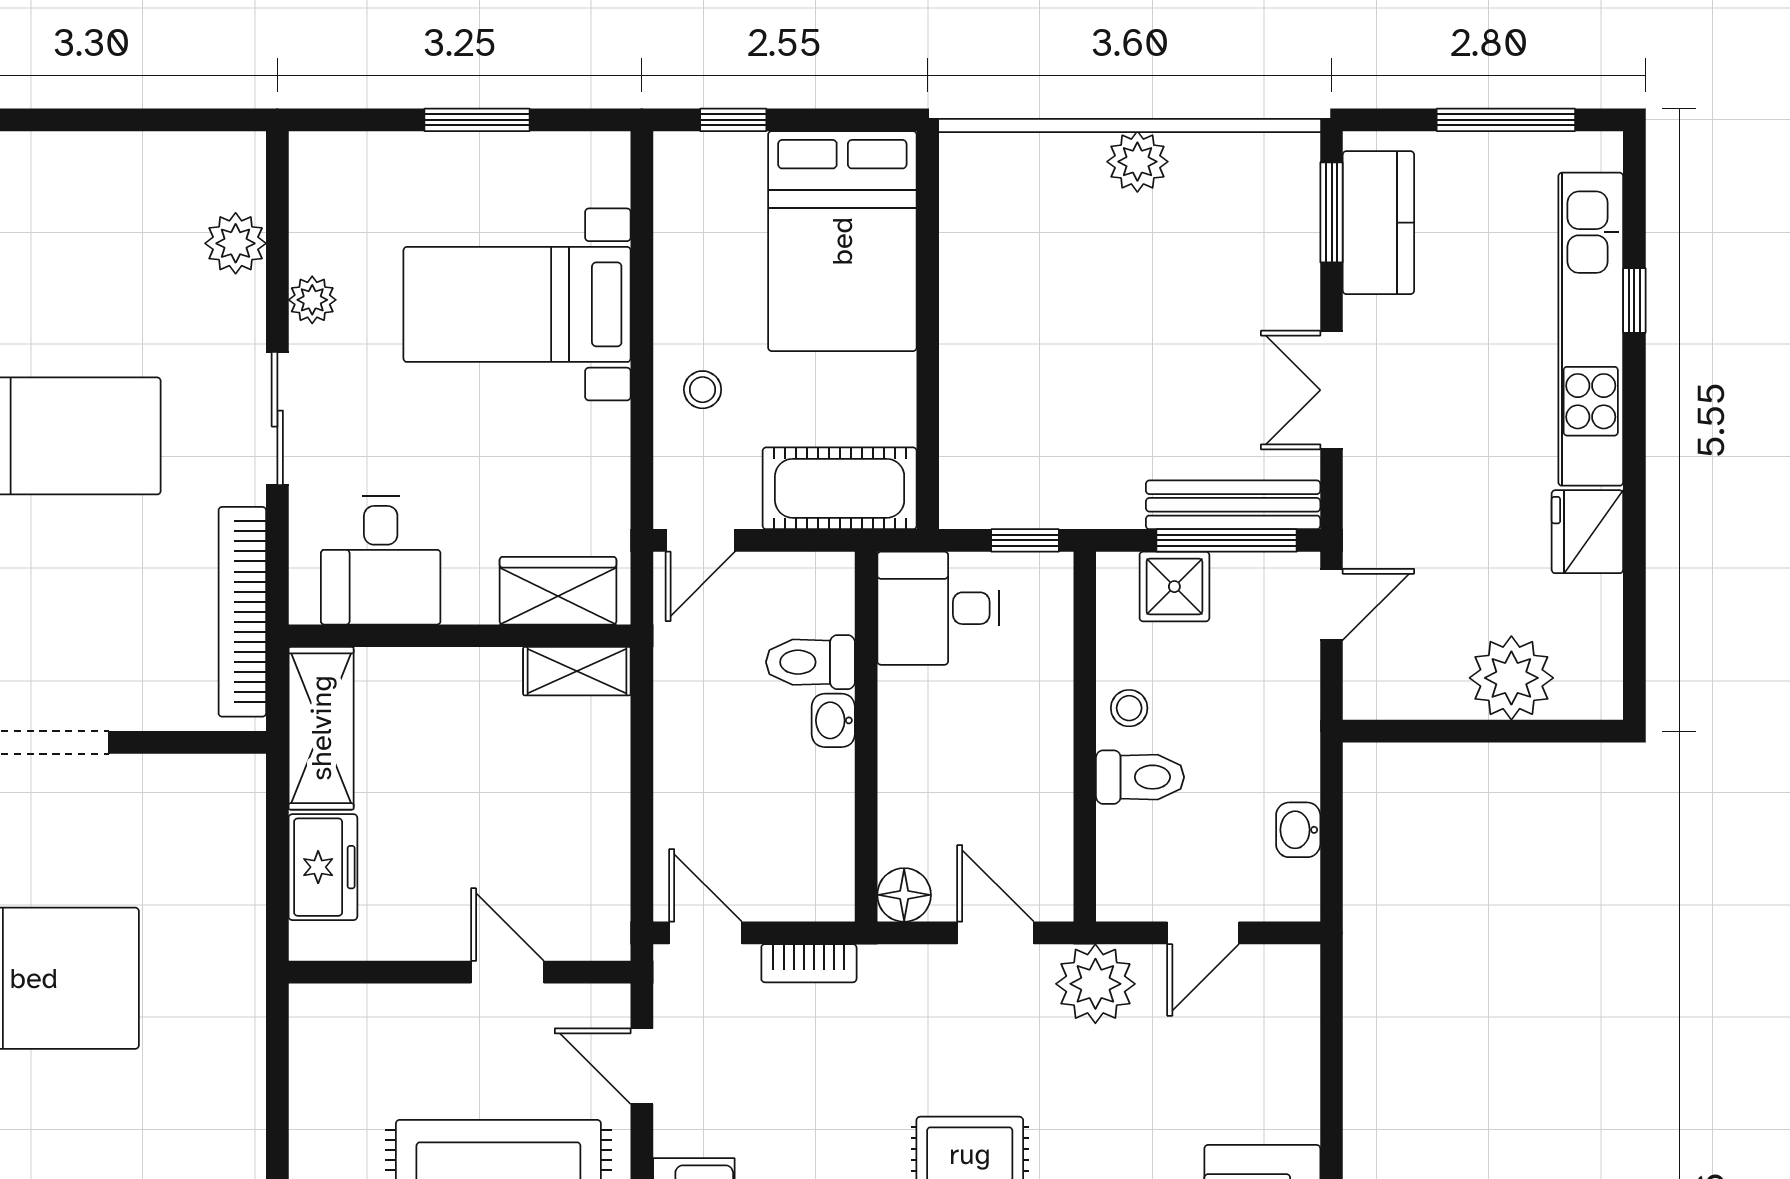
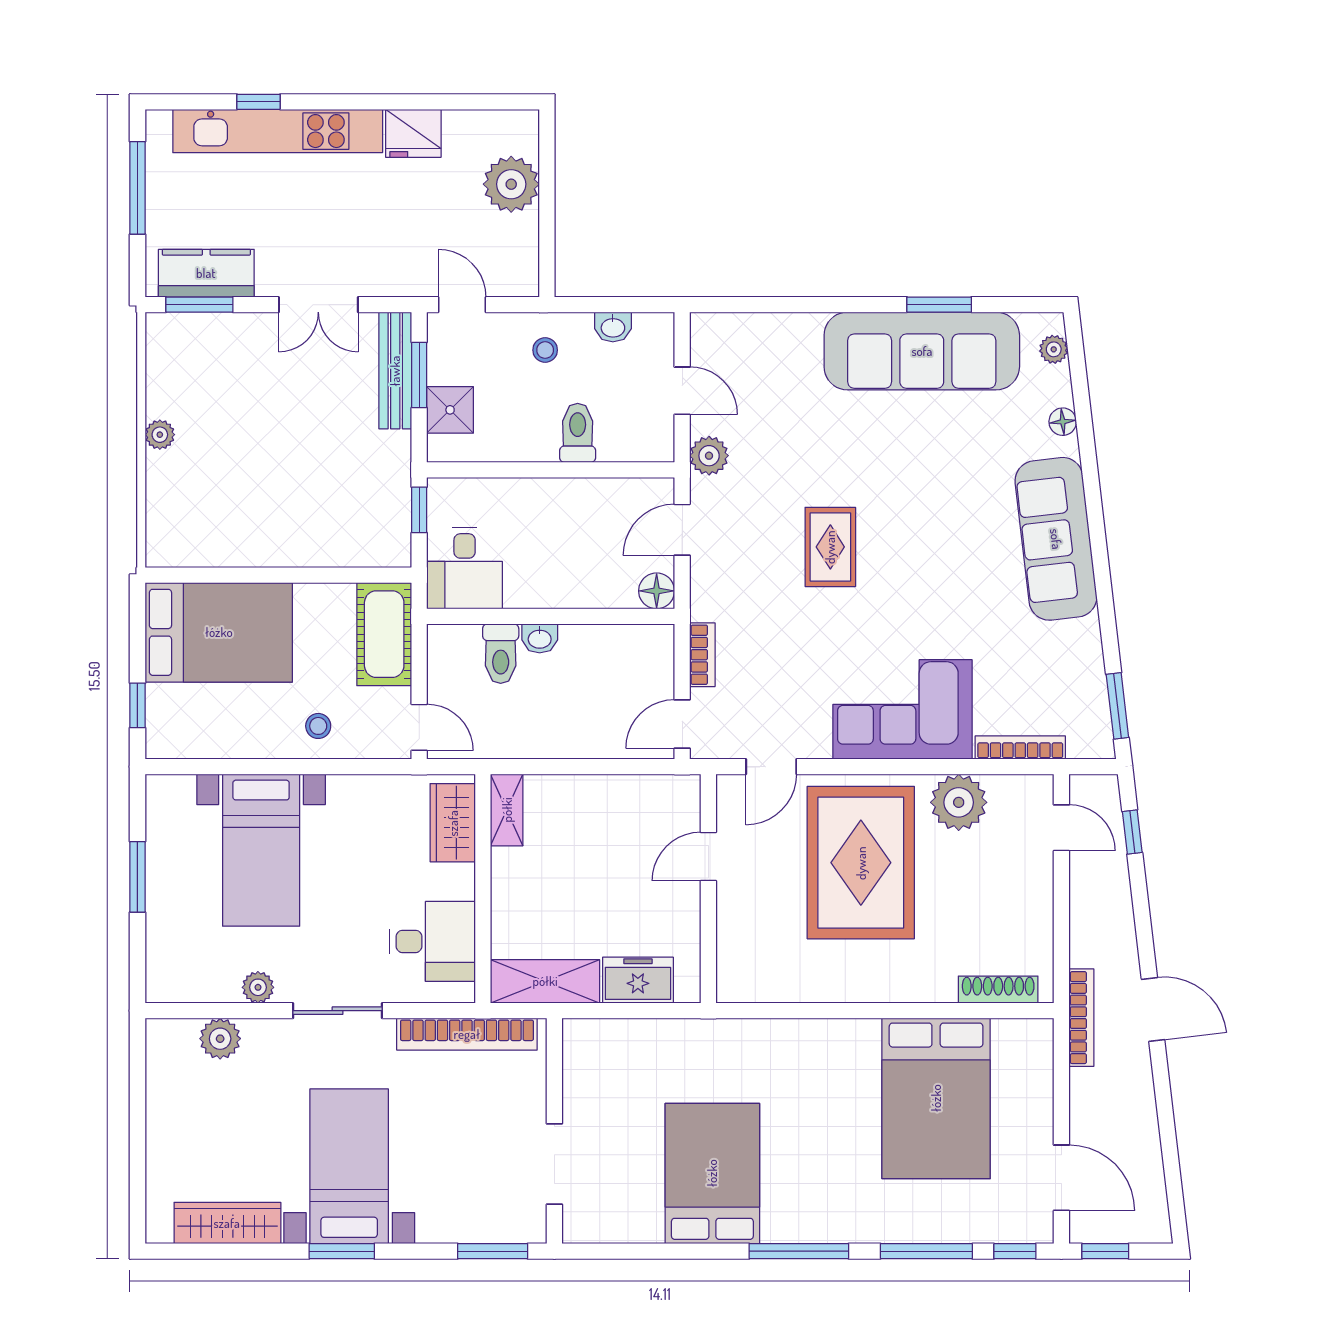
plant: (1137, 162) -> (160, 435), width x0.73, depth x0.73
window: (1226, 540) -> (419, 375), width x0.69
stool: (1129, 708) -> (545, 350), moved
plant: (1095, 984) -> (709, 456), width x0.73, depth x0.73

